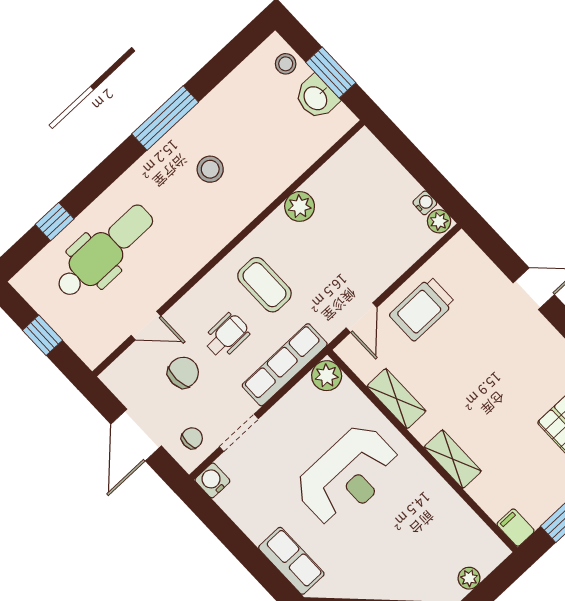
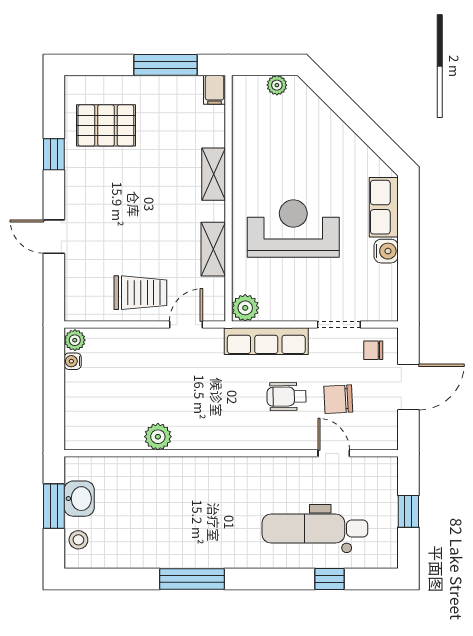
stool: (210, 169) -> (194, 517), removed
coffee table: (264, 285) -> (230, 407), removed
water cooler: (212, 480) -> (386, 251), moved, turned -90

